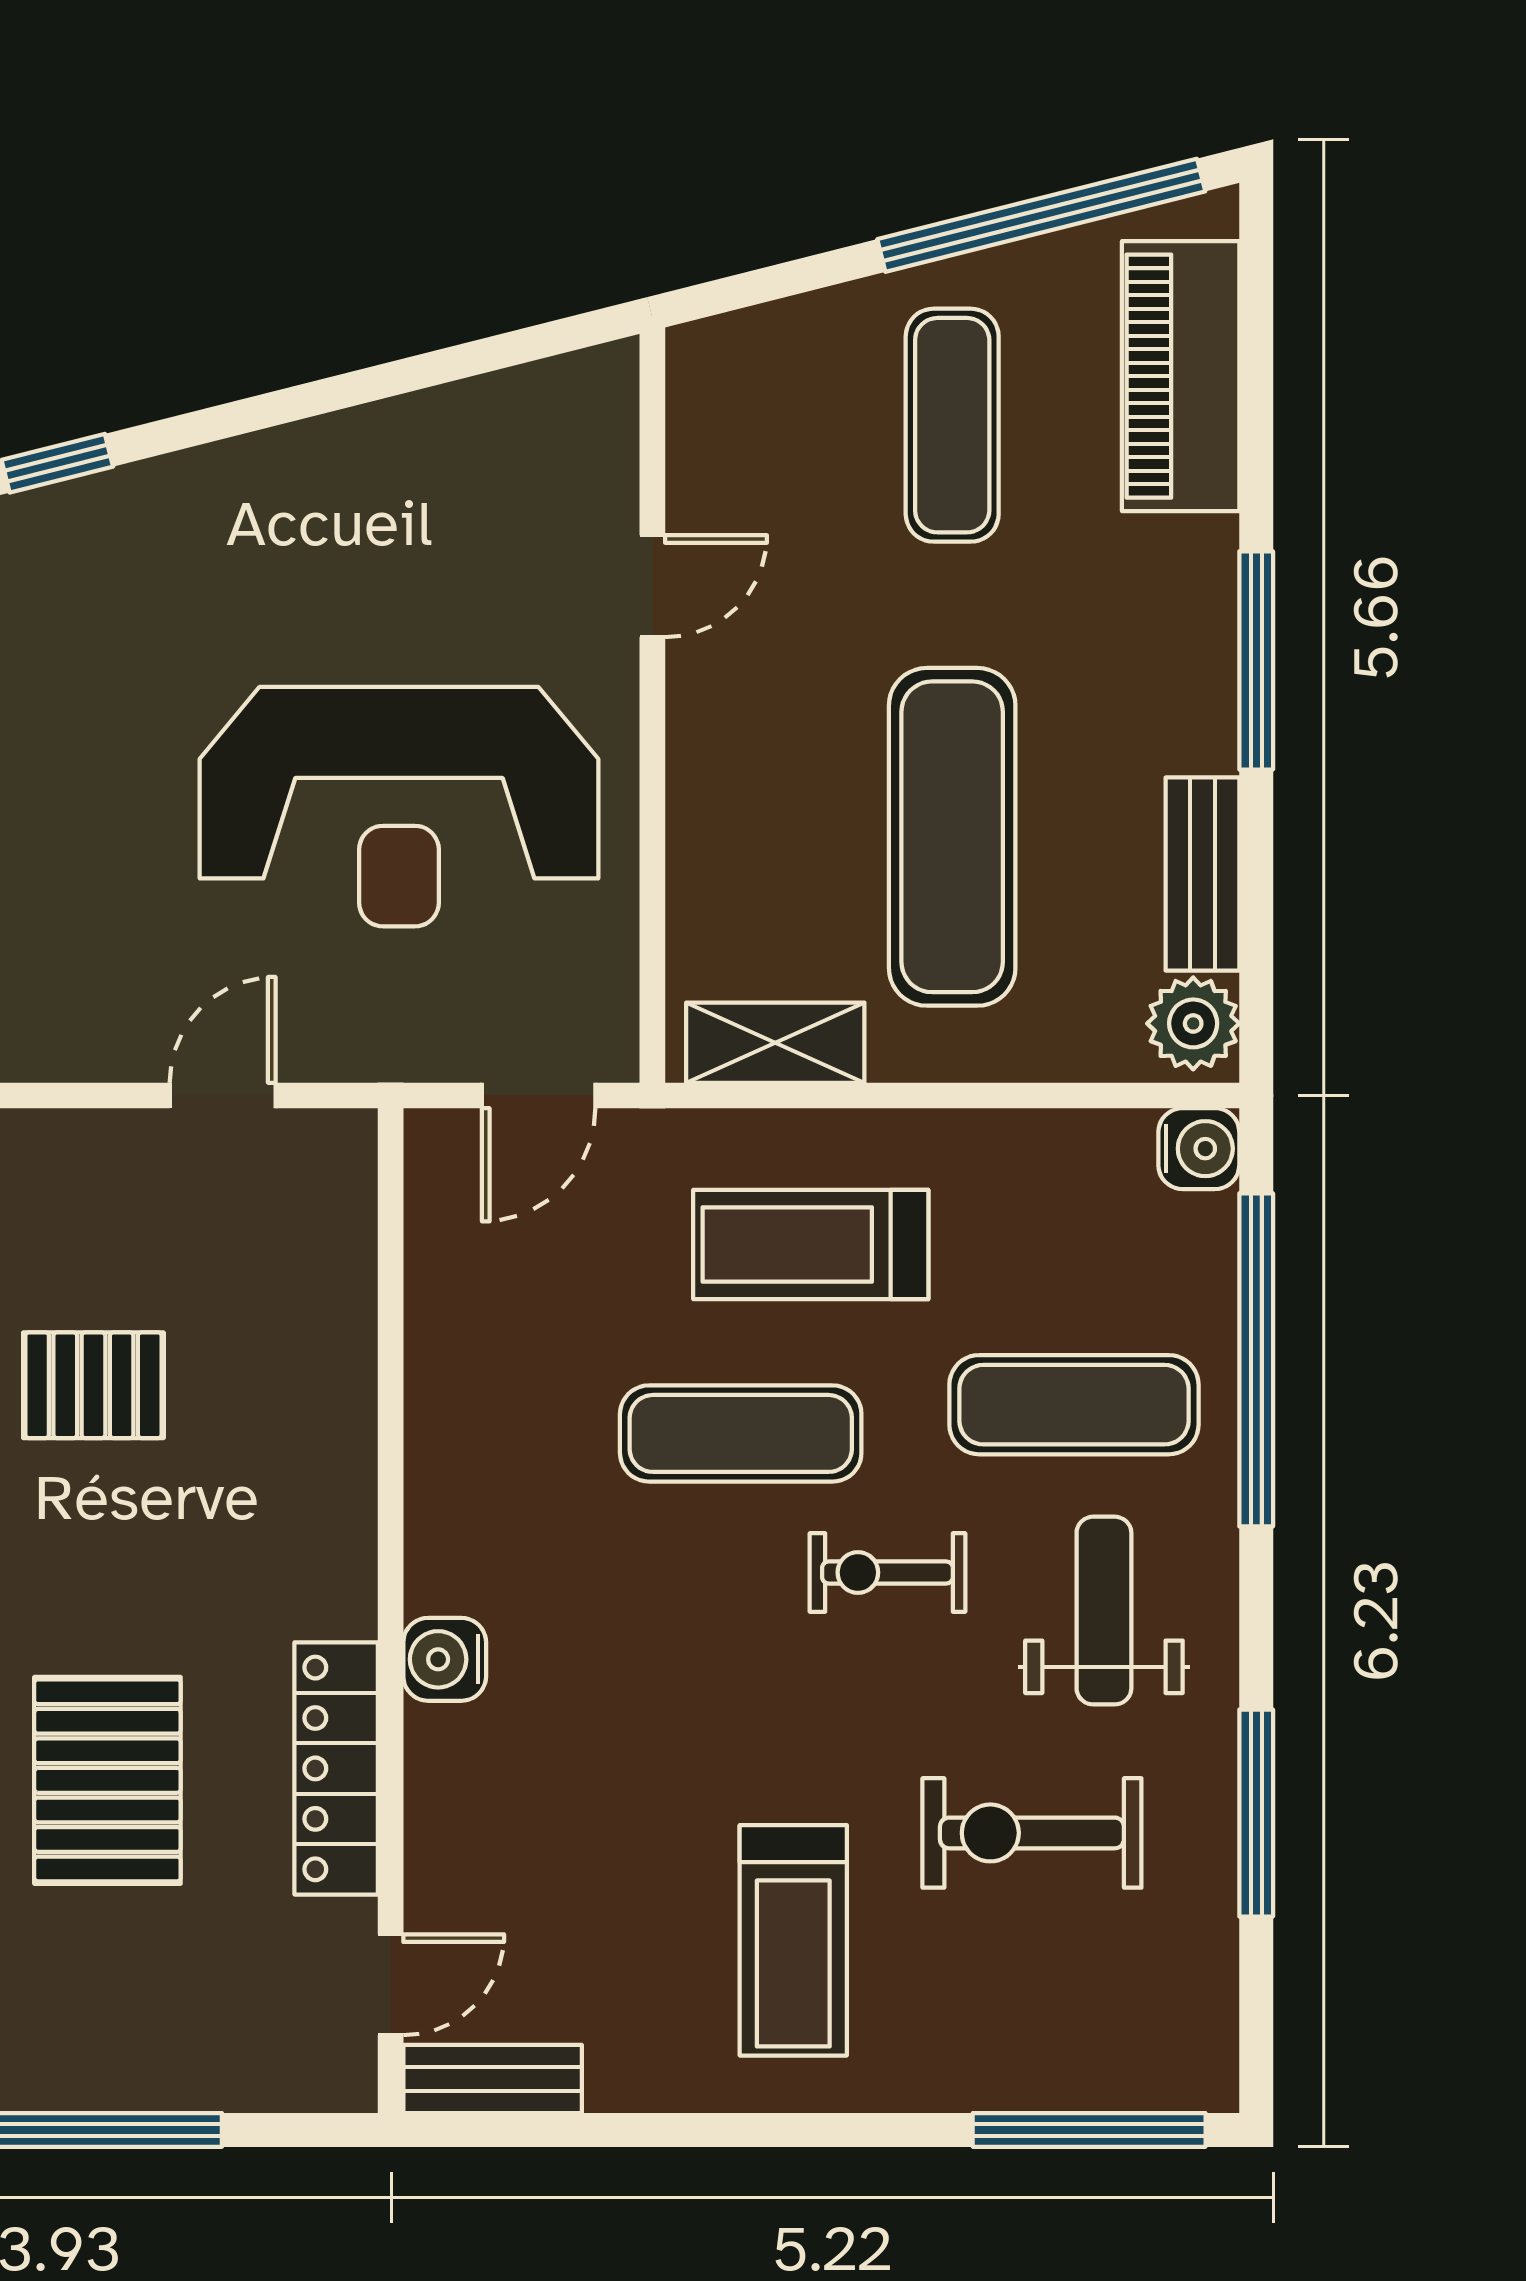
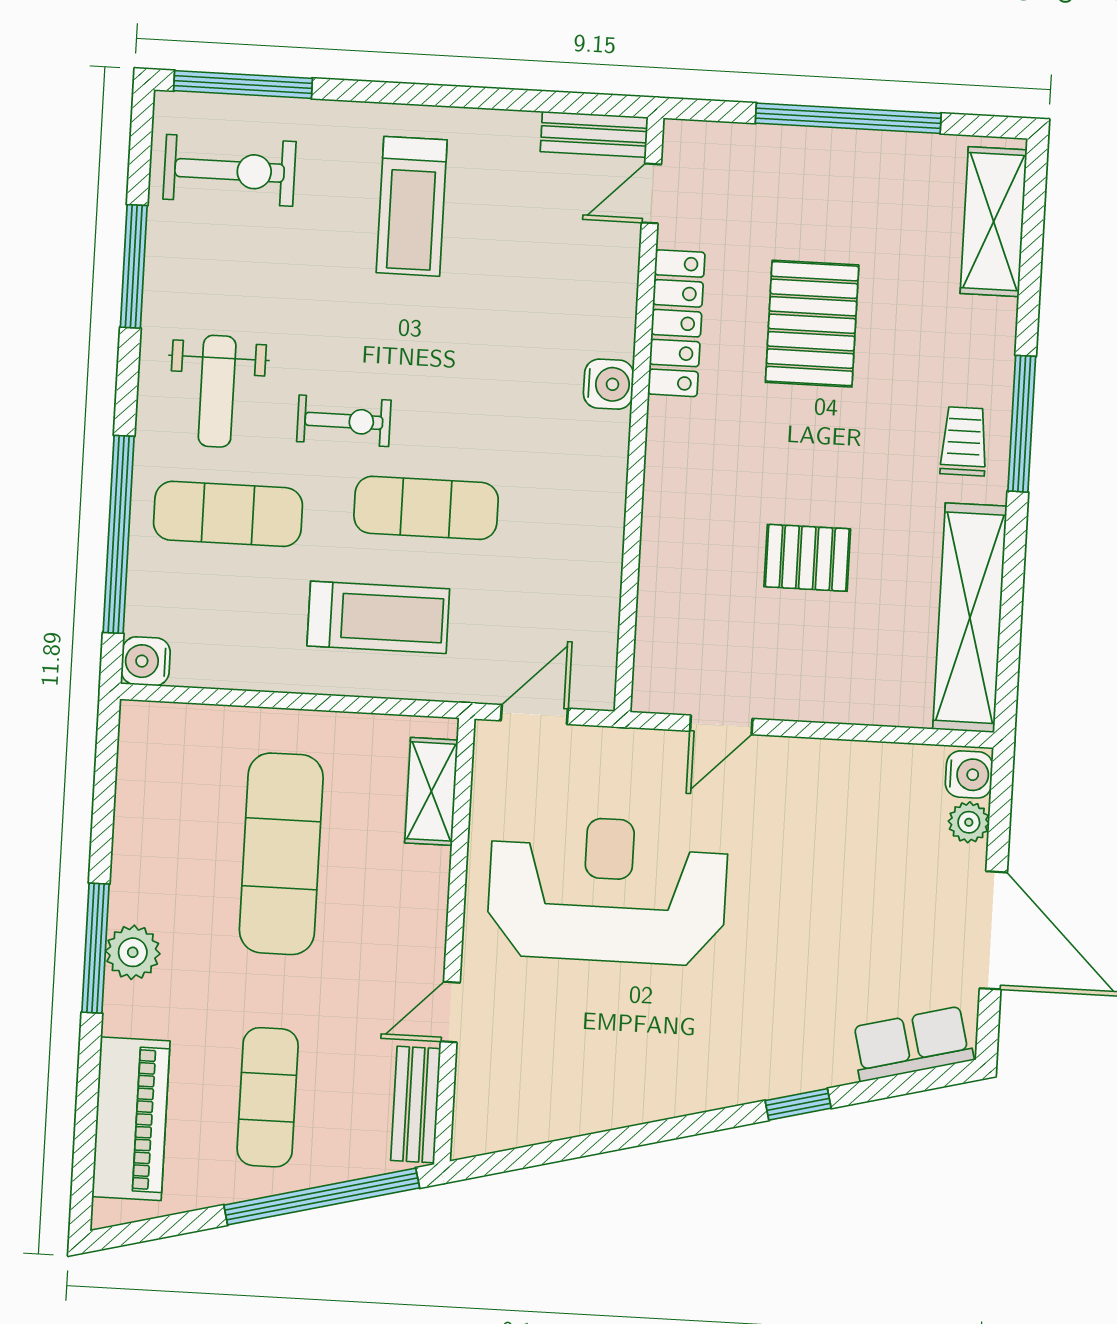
window: (1041, 215) -> (322, 1196), moved
bench: (1202, 874) -> (416, 1105), moved
plant: (1193, 1023) -> (133, 952), moved
shelving: (775, 1043) -> (431, 791), moved, turned 90
exercise bike: (1032, 1833) -> (230, 170), moved
treadmill: (793, 1940) -> (412, 206), turned 180

